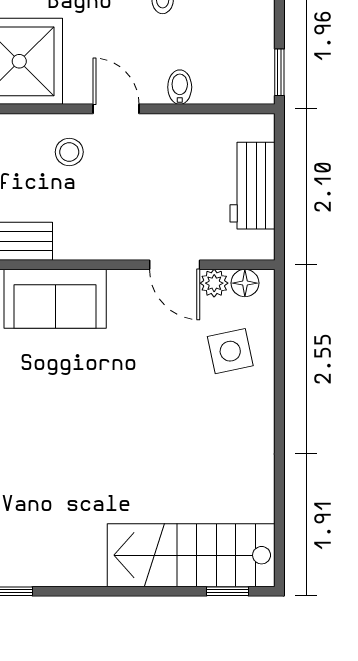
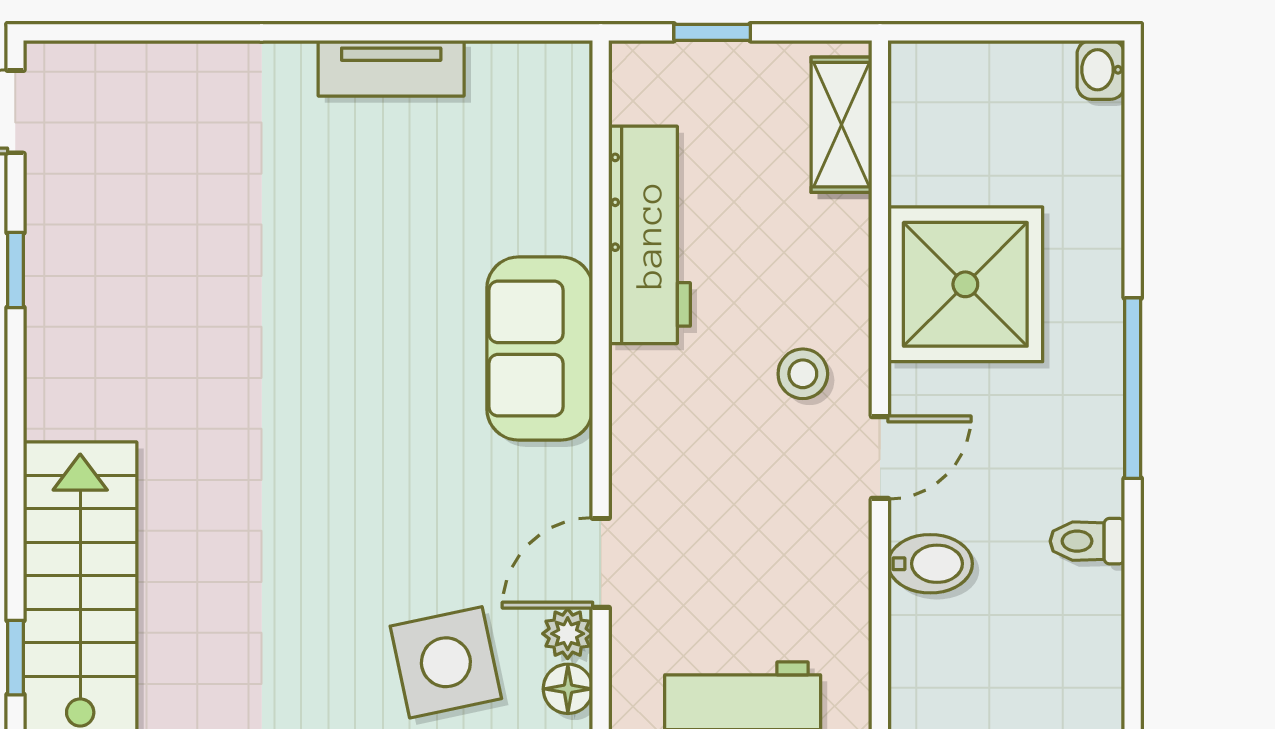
bidet: (180, 87) -> (930, 564), width x1.38, depth x1.36
side table: (230, 351) -> (446, 662), width x1.37, depth x1.37

